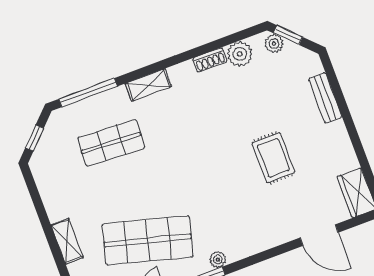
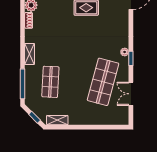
shelving: (67, 241) -> (57, 120), moved

